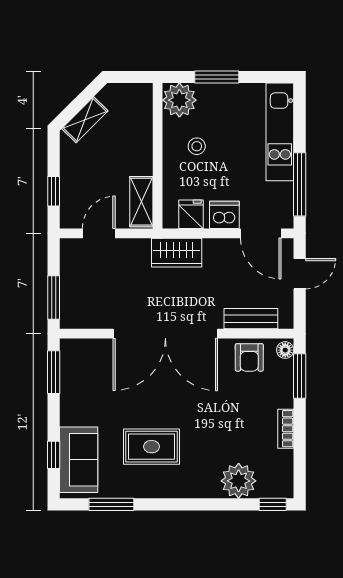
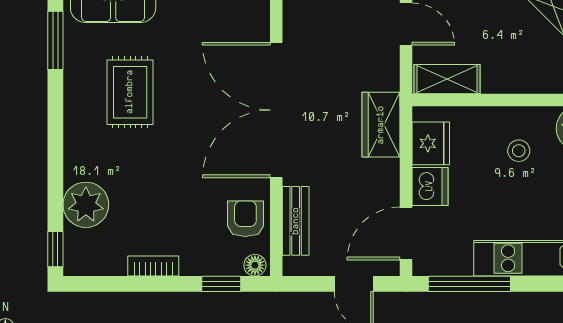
fridge: (191, 214) -> (431, 143), width x1.38
armchair: (249, 357) -> (245, 219), turned 90
window: (300, 376) -> (221, 284), width x0.67

